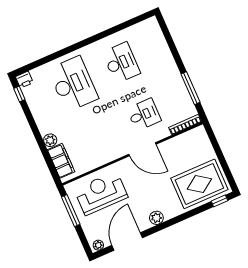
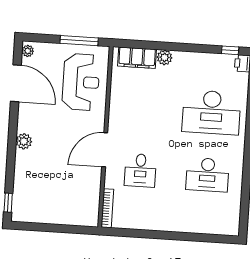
window: (190, 88) -> (143, 234), removed
rug: (199, 184) -> (37, 191), removed
plant: (156, 218) -> (24, 141), moved

